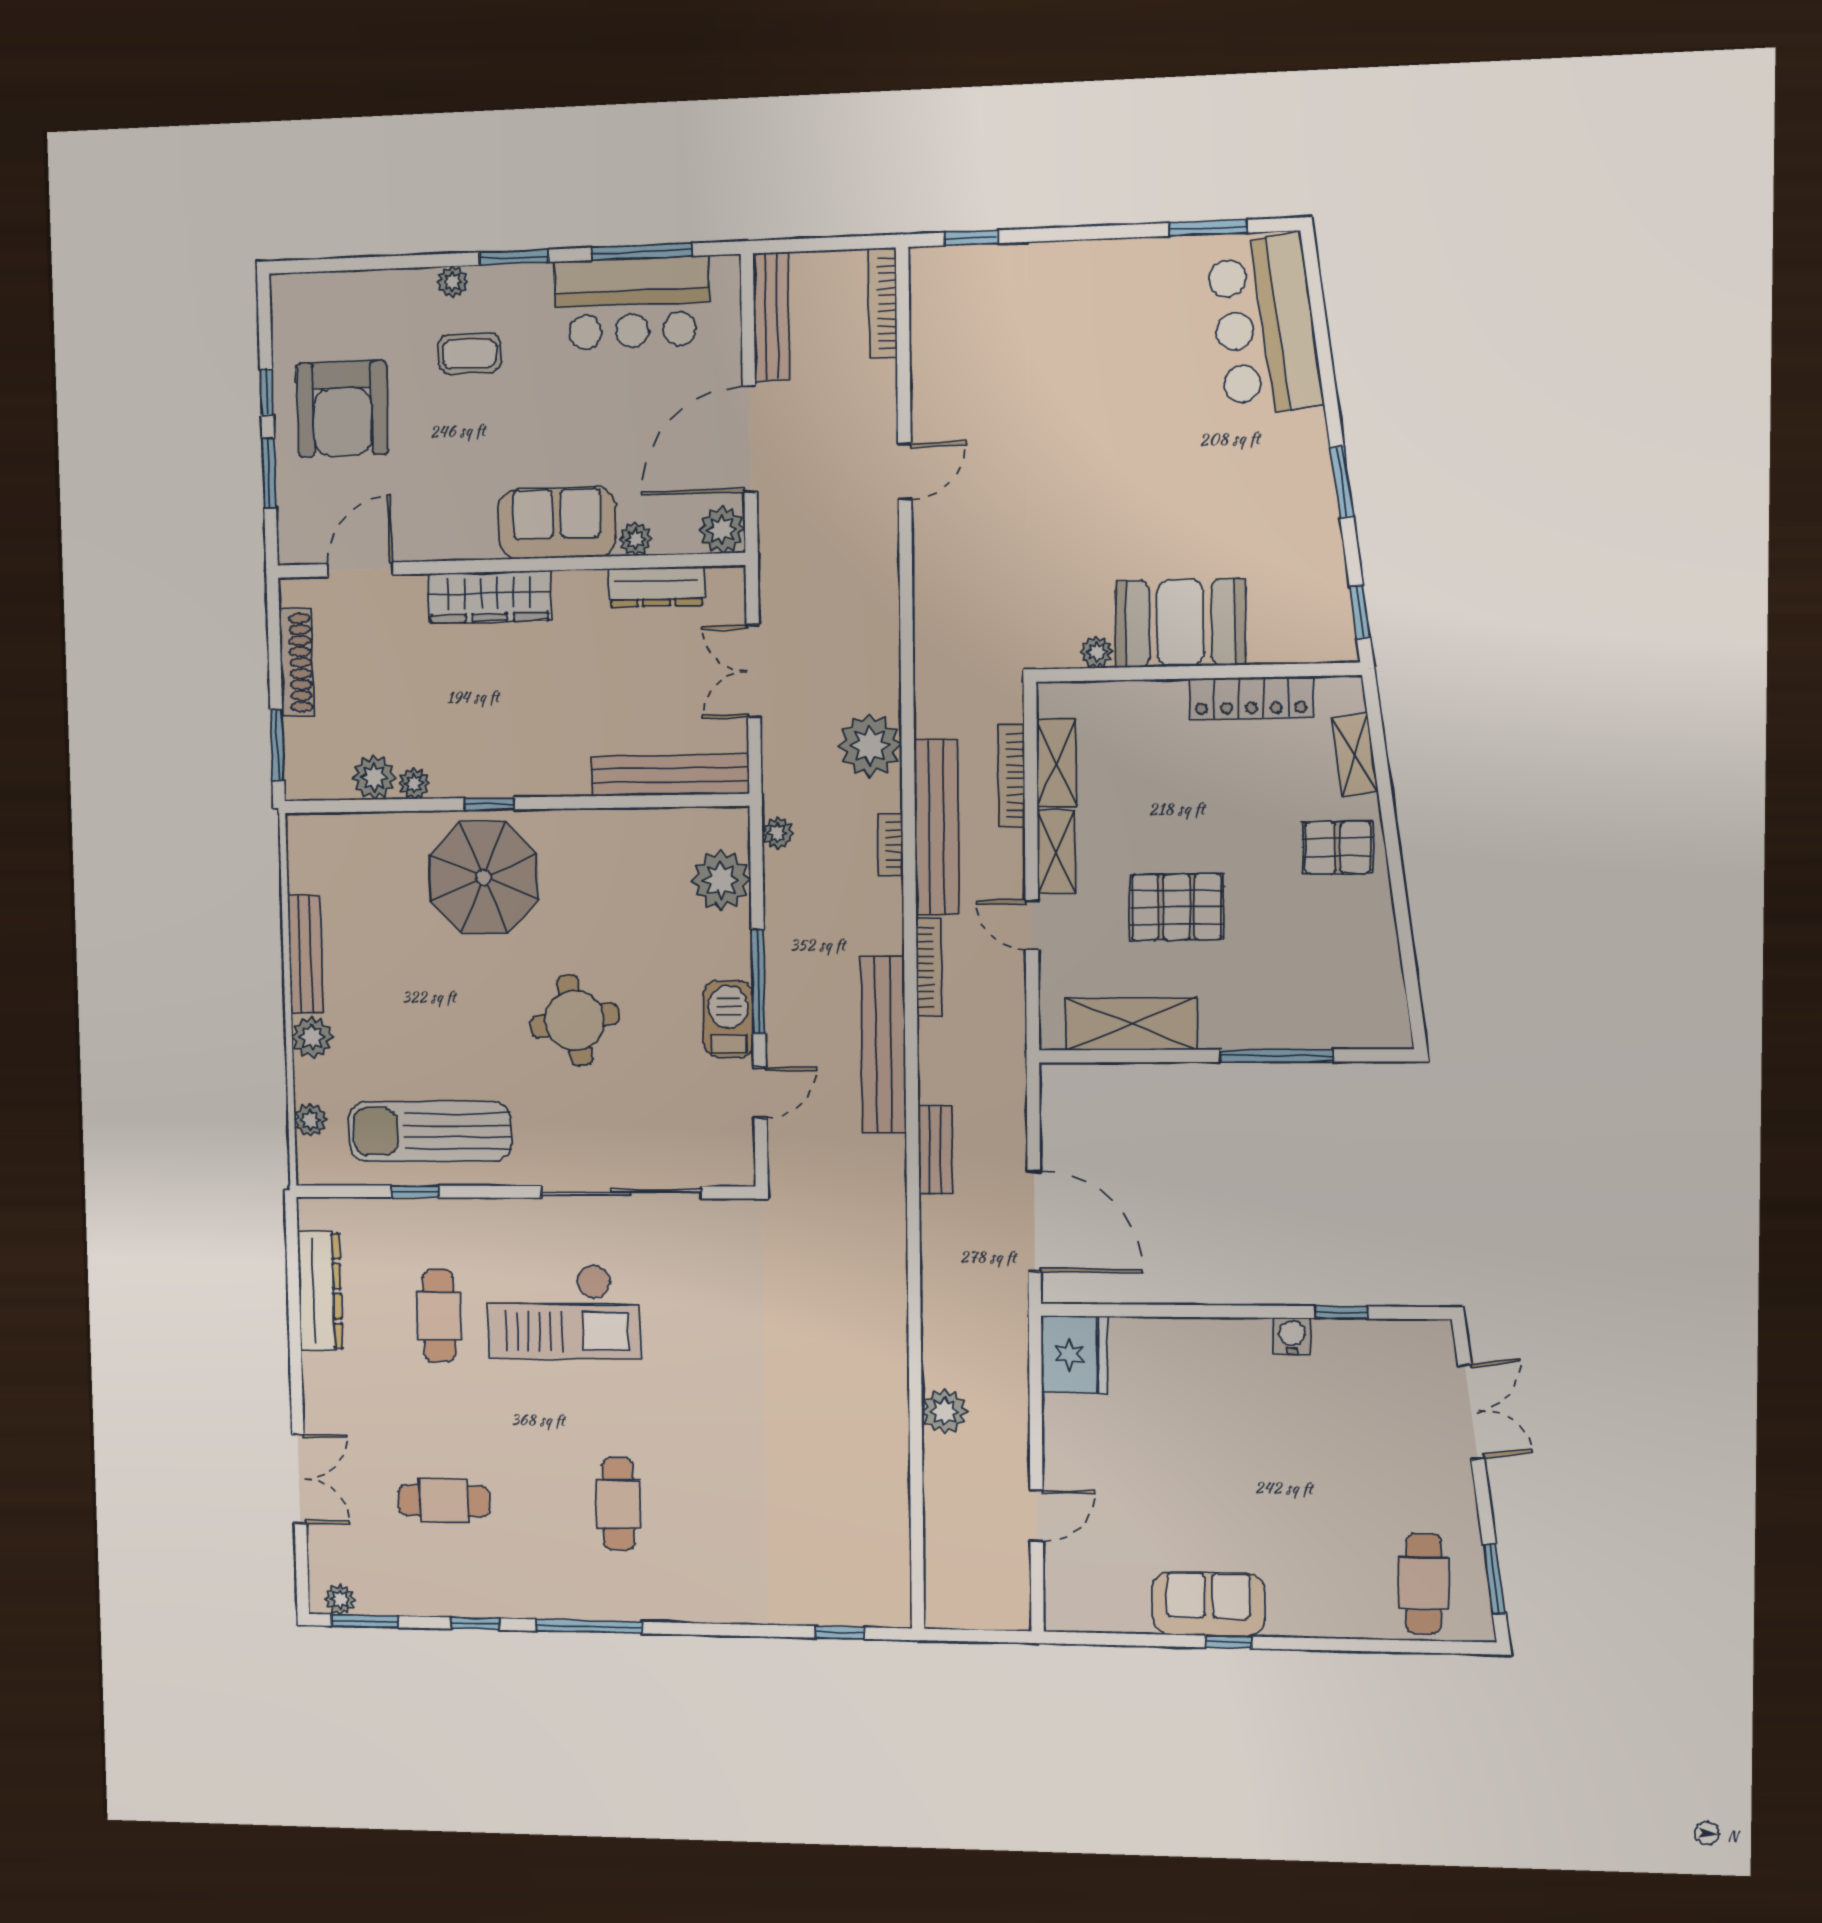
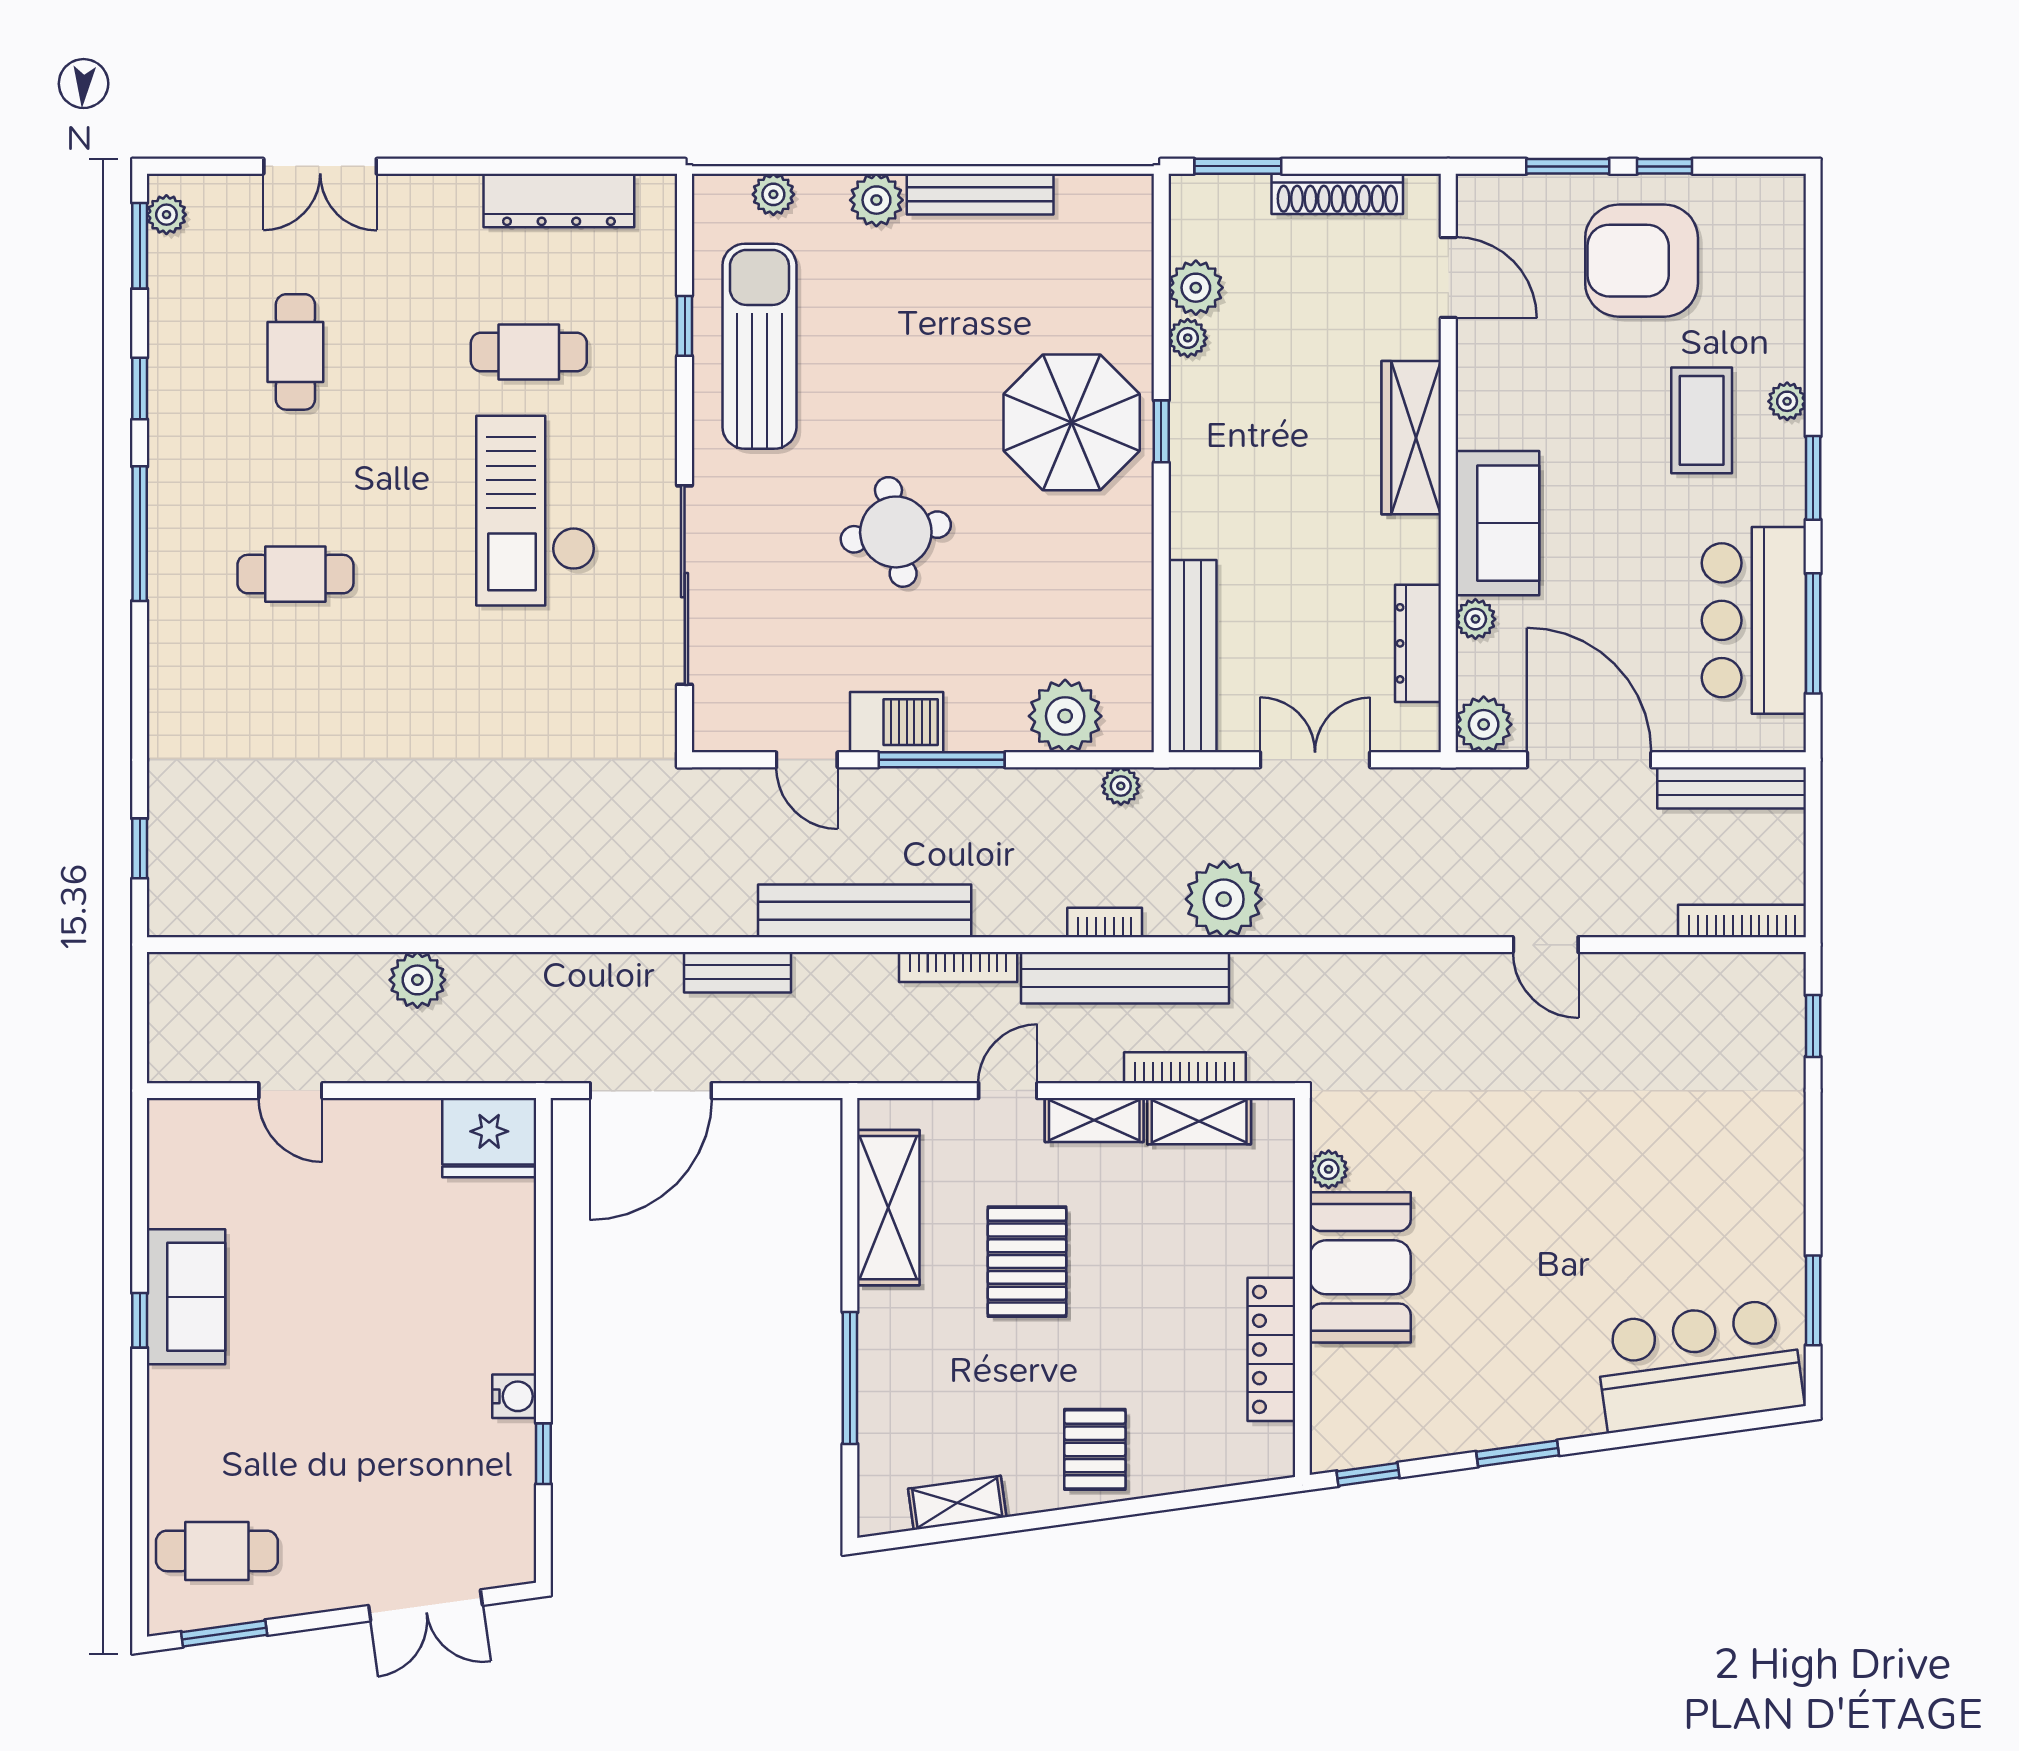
coffee table: (470, 354) -> (1702, 420), width x1.36, depth x1.30
shelving: (1355, 755) -> (957, 1503), moved

